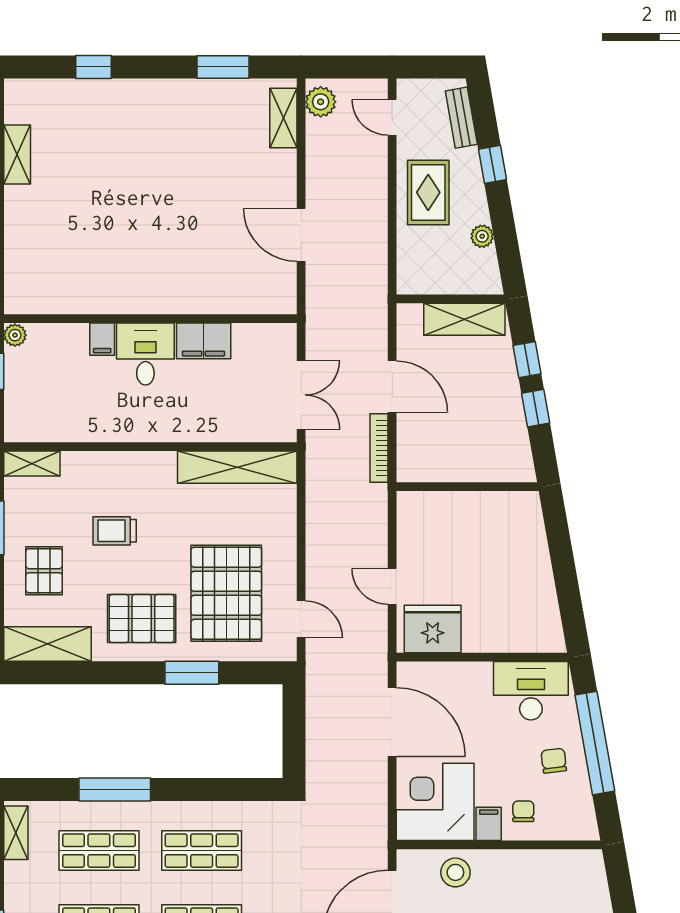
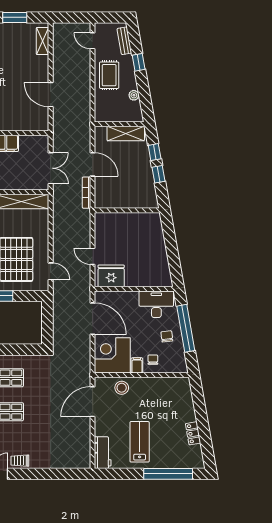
plant: (321, 102) -> (60, 34), removed

